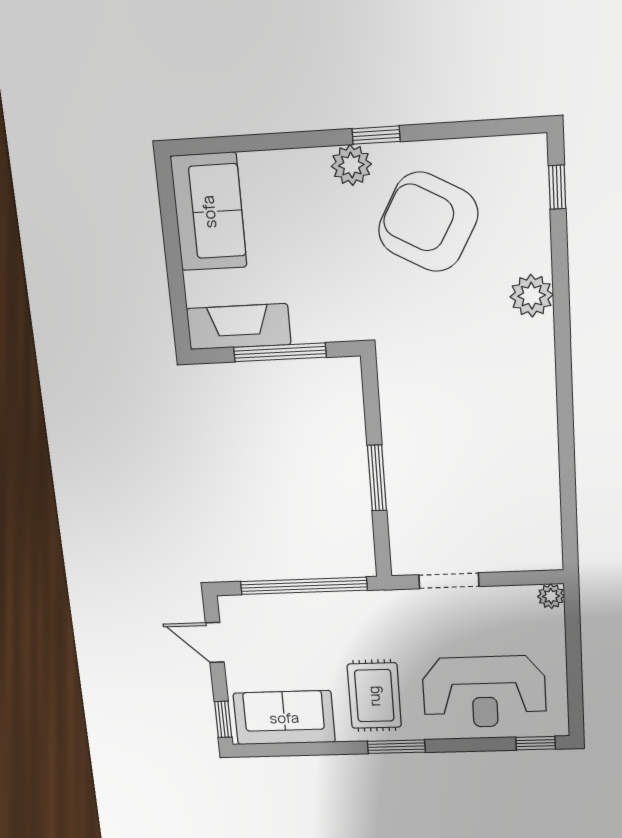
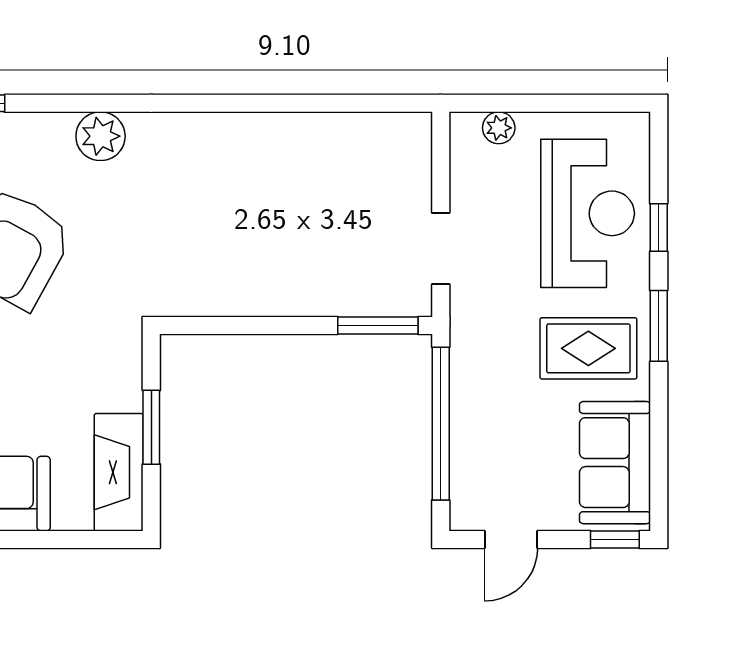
window: (280, 352) -> (151, 427), width x0.69
window: (377, 478) -> (378, 326), moved
plant: (551, 596) -> (499, 128), moved
window: (536, 743) -> (659, 228), moved

